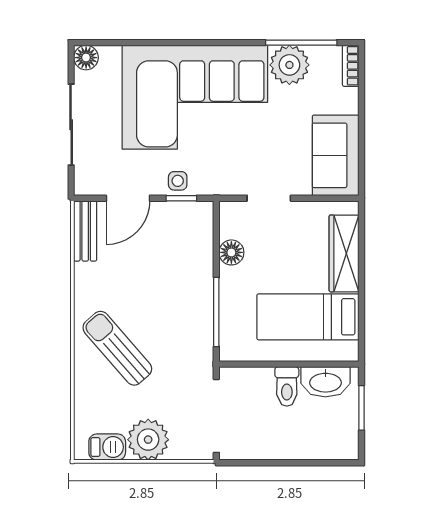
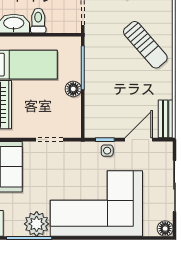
floor lamp: (231, 252) -> (73, 89), moved

